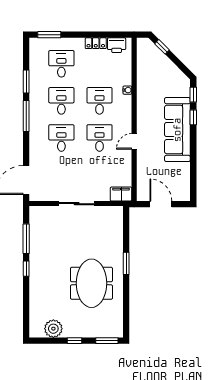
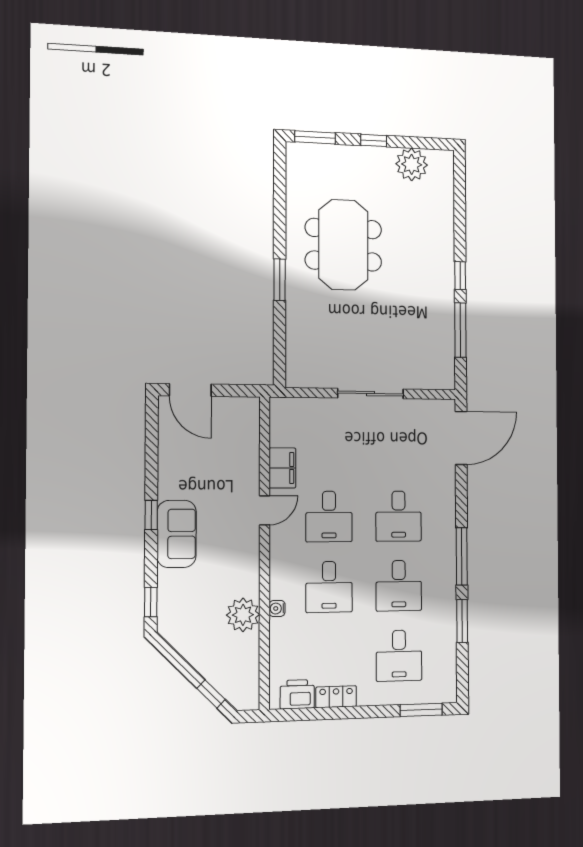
plant: (145, 87) -> (243, 615), added
window: (193, 117) -> (151, 515), moved
sofa: (177, 130) -> (177, 534), width x0.54, depth x0.79
filing cabinet: (121, 194) -> (282, 468), moved, turned -90
door: (161, 204) -> (190, 390), moved

